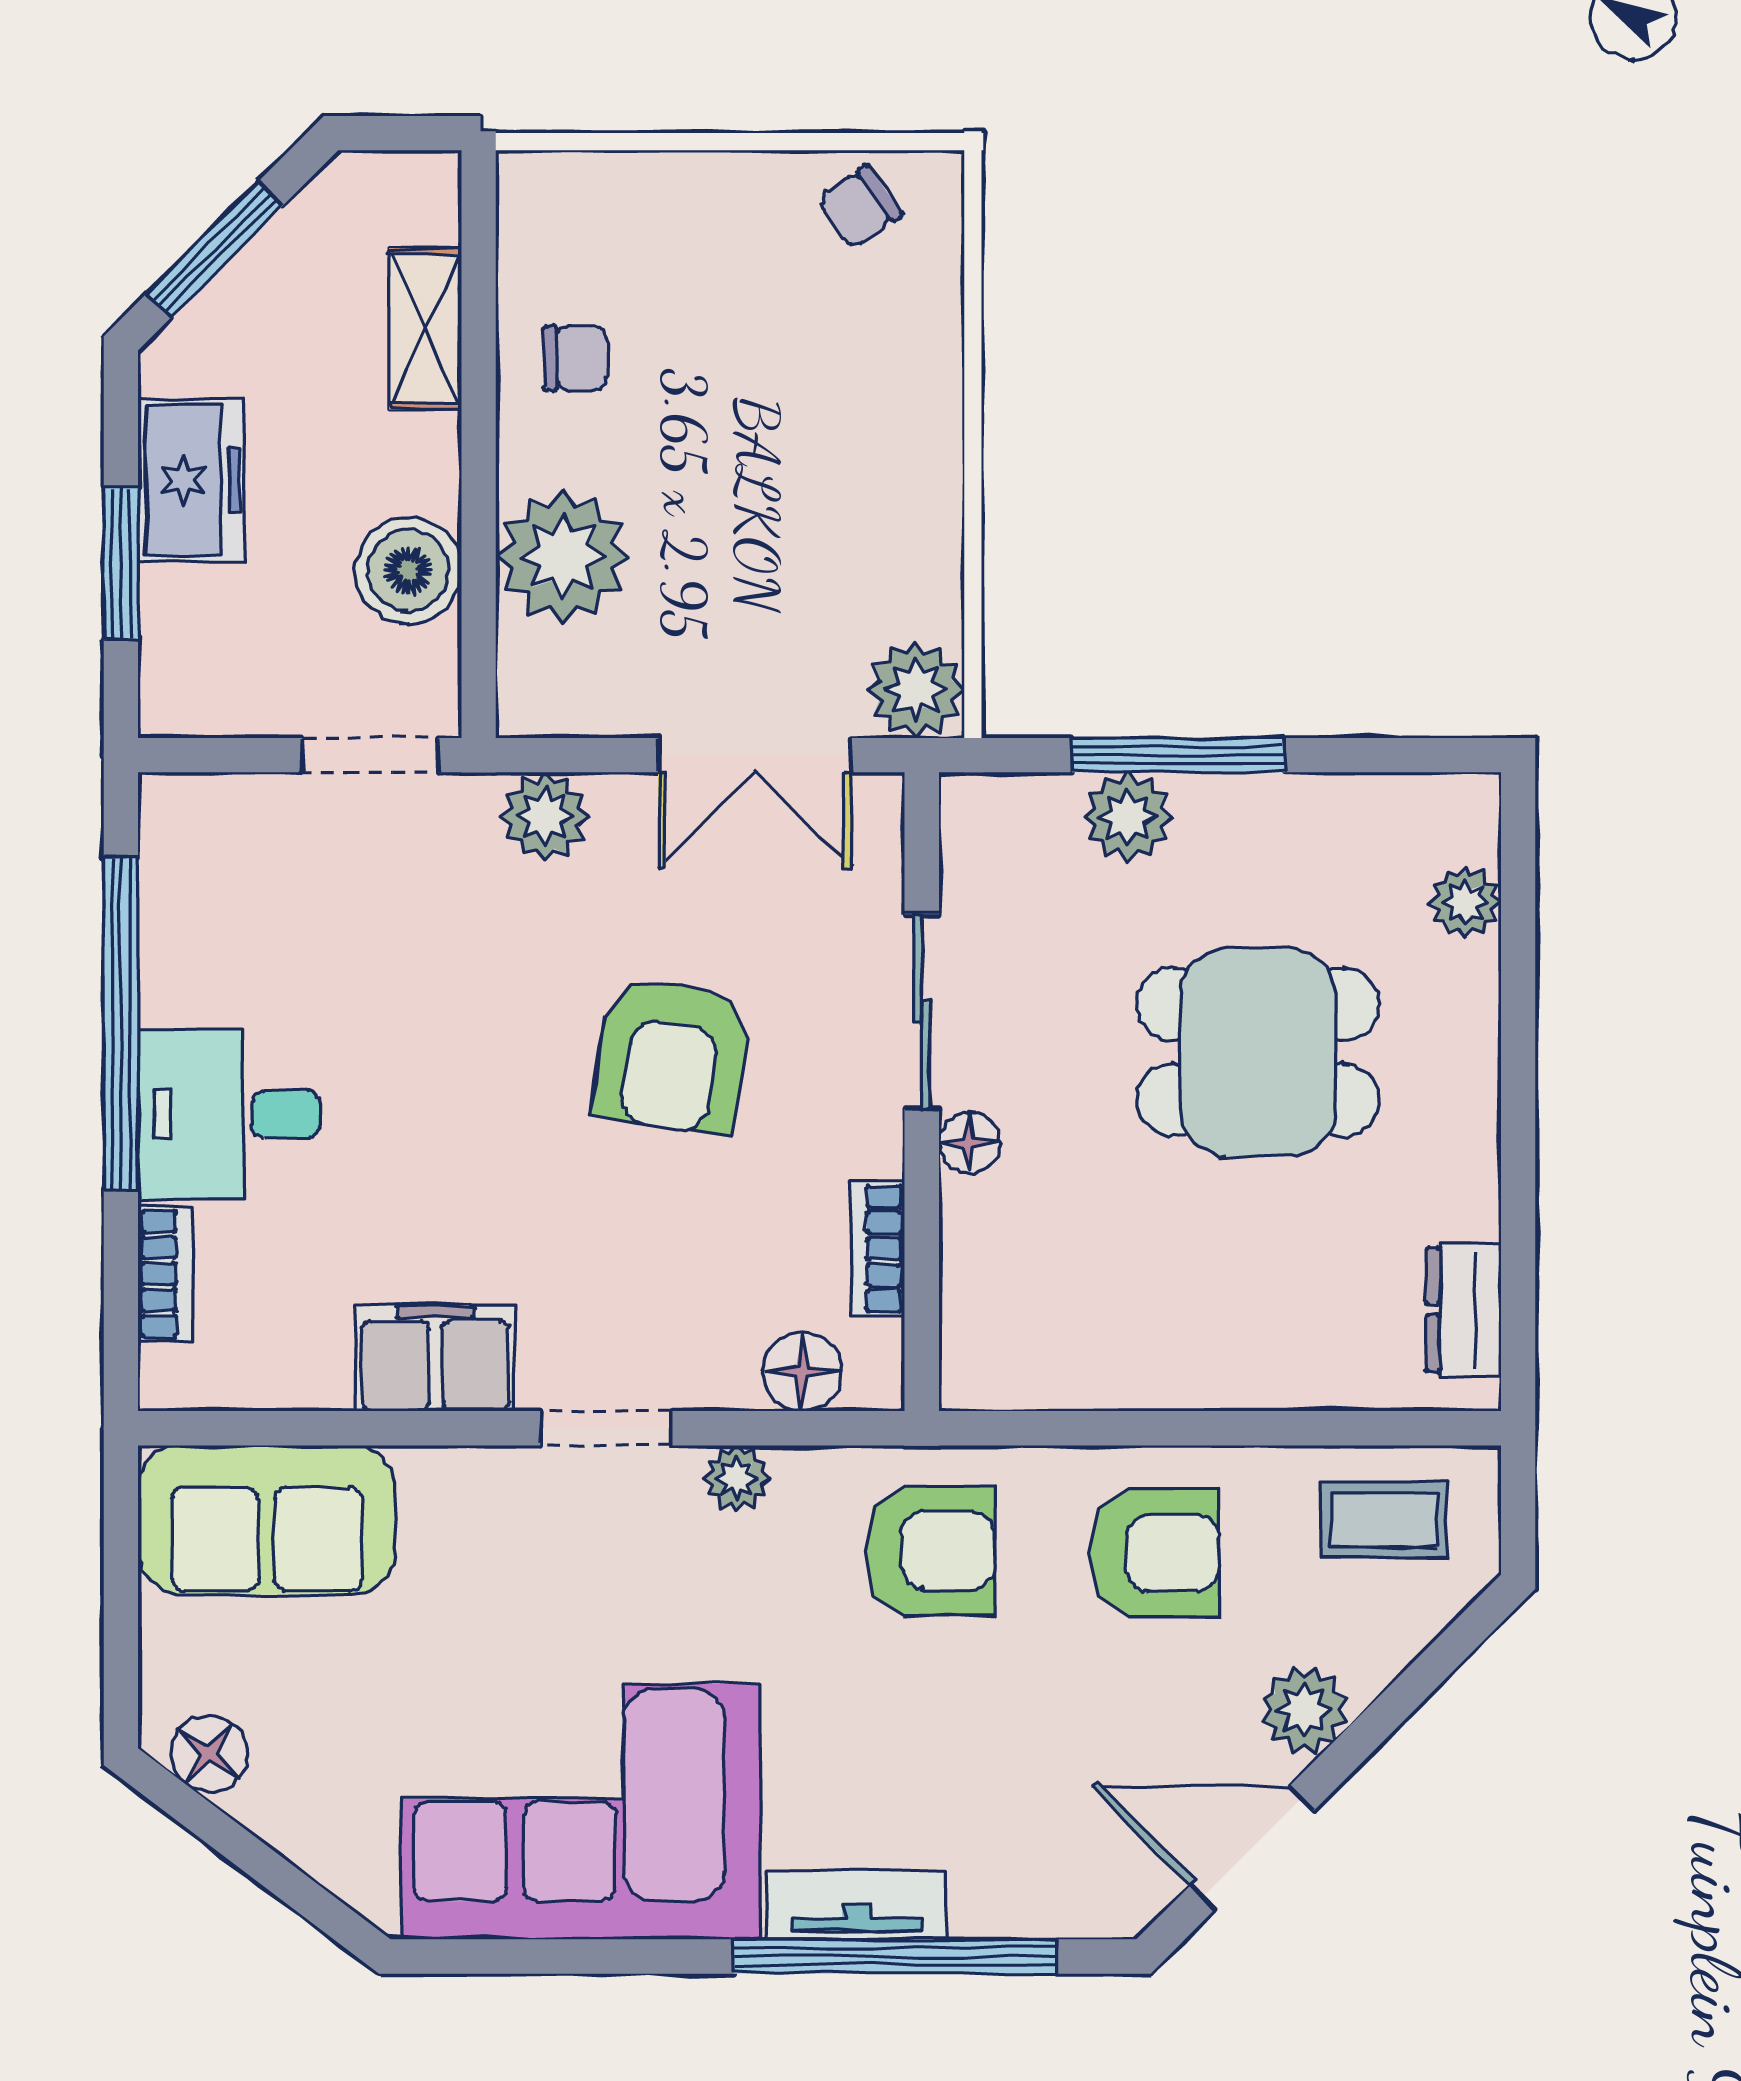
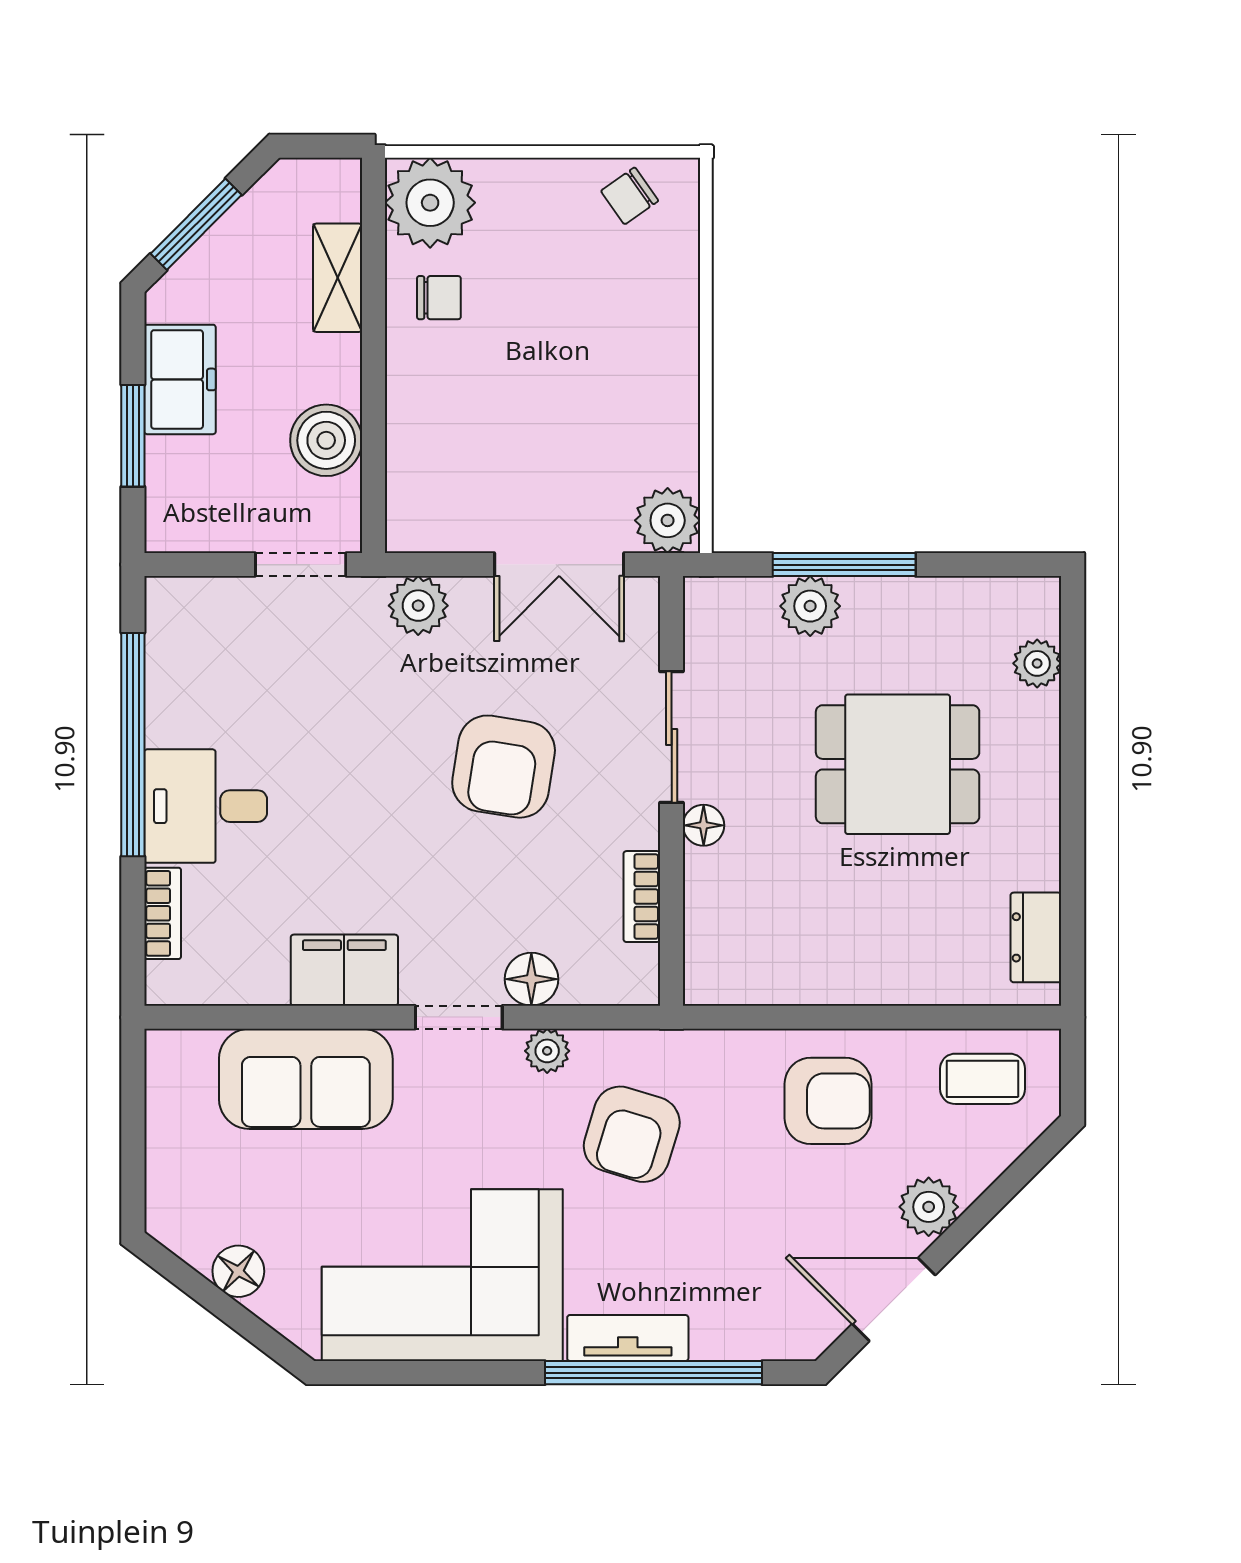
plant: (563, 556) -> (430, 203), moved
floor lamp: (802, 1372) -> (531, 979), moved
sofa: (267, 1520) -> (306, 1079), moved
armchair: (930, 1551) -> (632, 1134), moved, turned 107
floor lamp: (209, 1754) -> (238, 1271), moved

